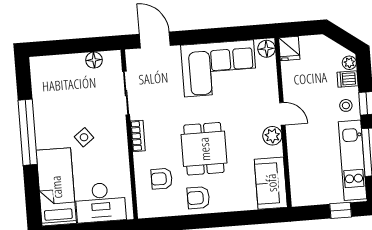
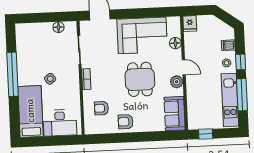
floor lamp: (266, 49) -> (175, 43), moved
plant: (349, 63) -> (230, 34), removed
dining table: (204, 149) -> (140, 79), moved
window: (341, 210) -> (206, 134), moved

